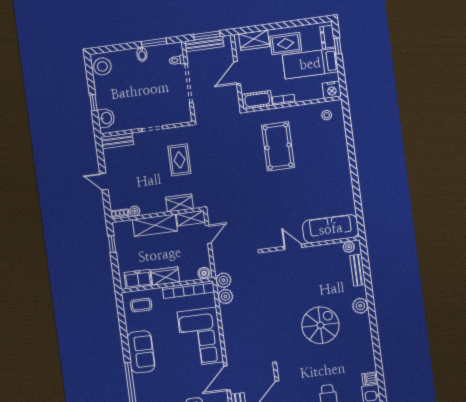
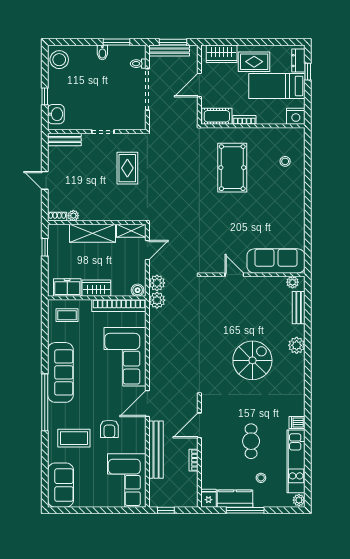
stool: (327, 115) -> (285, 161), moved
wardrobe: (180, 203) -> (122, 213), removed
plant: (225, 296) -> (157, 283), moved
sofa: (141, 352) -> (60, 372), width x1.36

